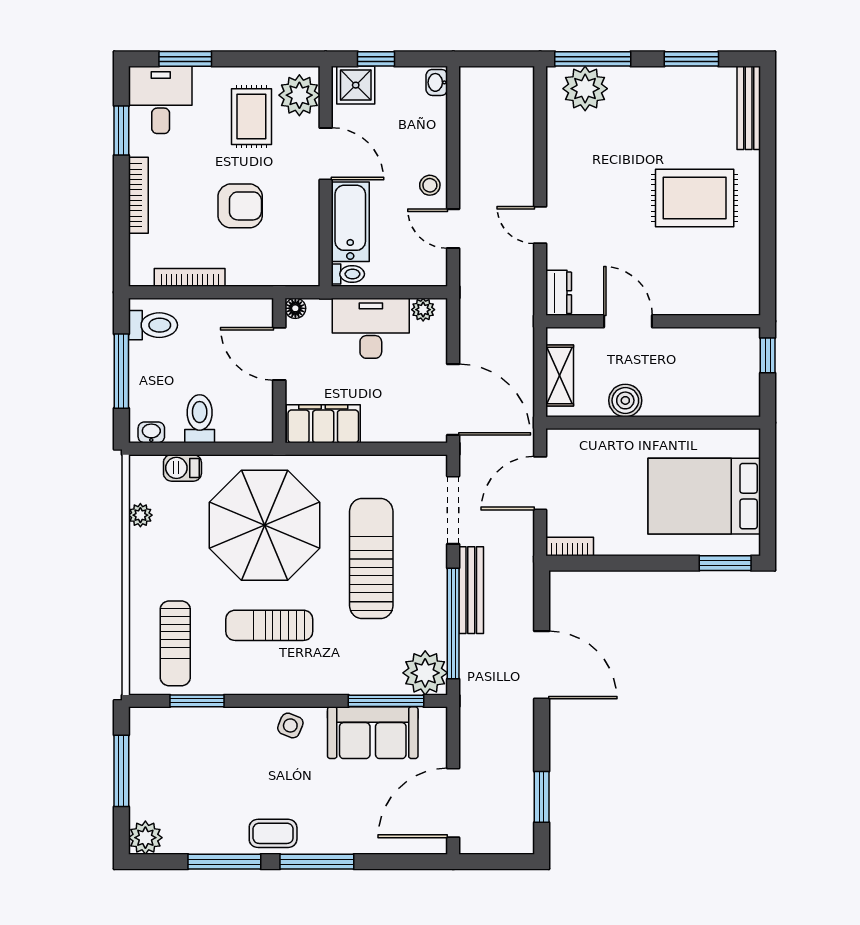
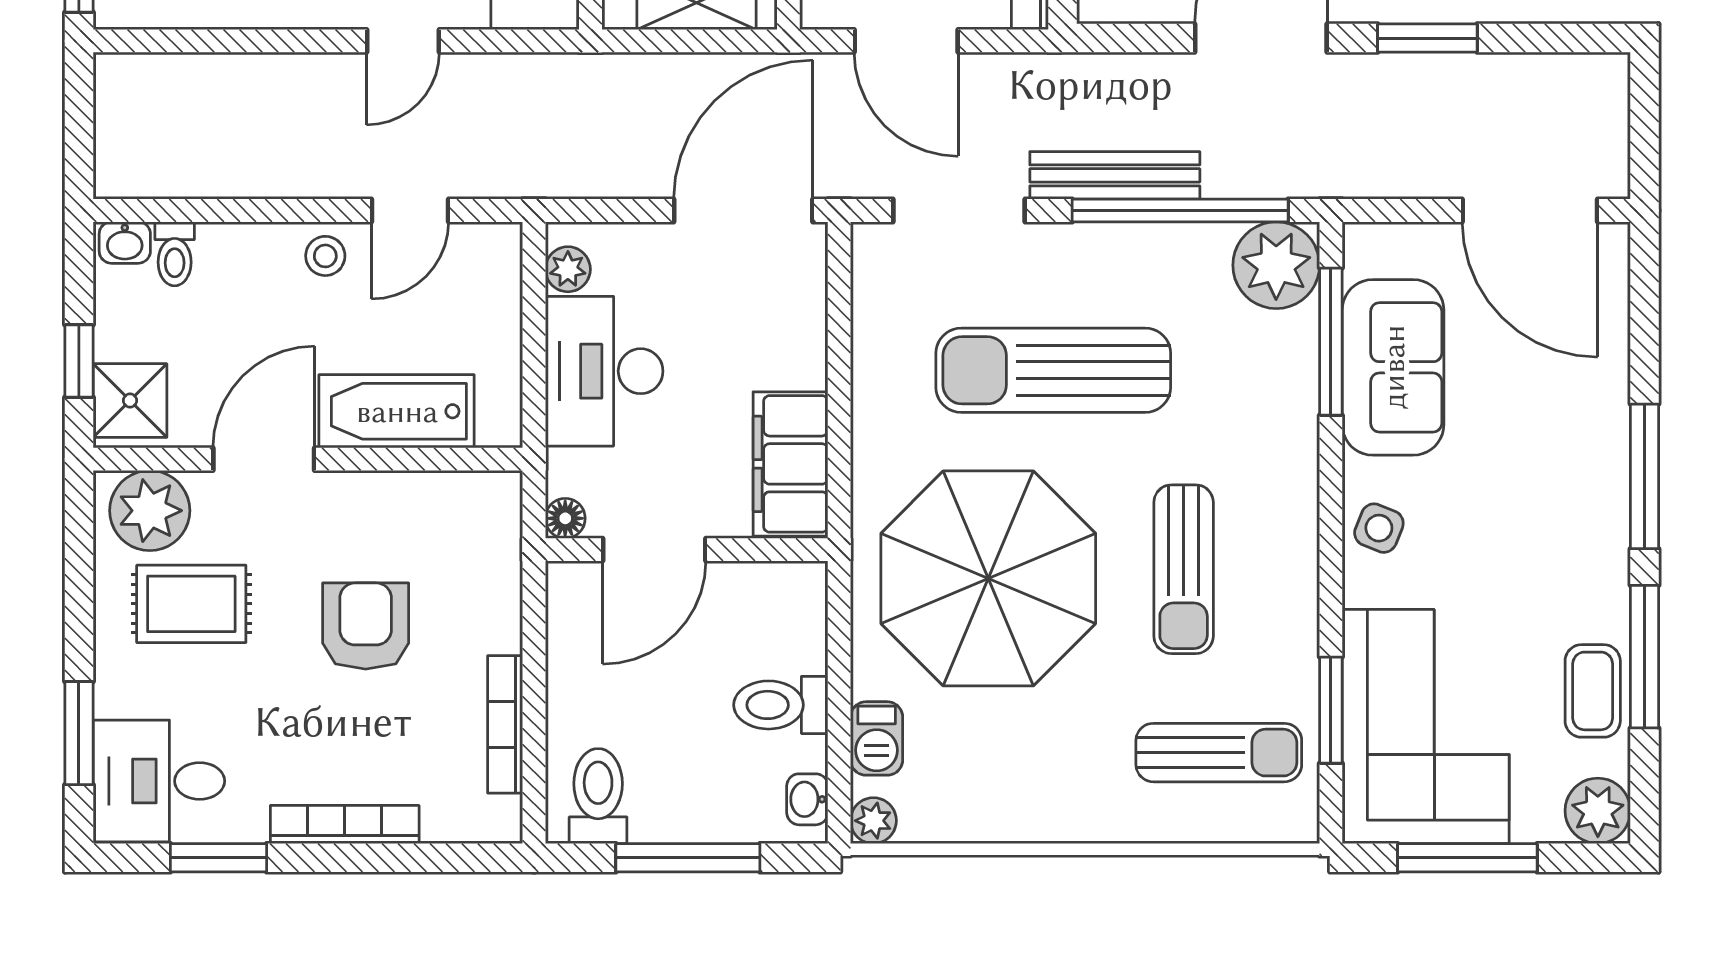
toilet: (348, 274) -> (175, 254), moved, turned 180
plant: (140, 515) -> (873, 821), moved
corner sofa: (189, 749) -> (1426, 727), added
window: (542, 797) -> (1427, 38), moved
coffee table: (273, 833) -> (1593, 691), moved

